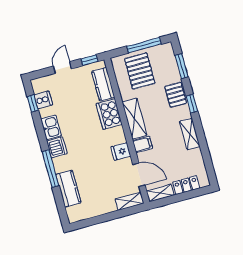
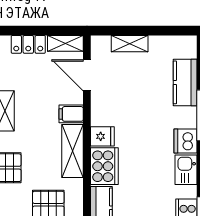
fridge: (121, 151) -> (102, 136), moved
shelving: (129, 201) -> (130, 44), moved

